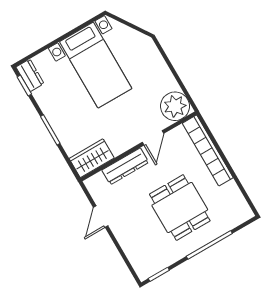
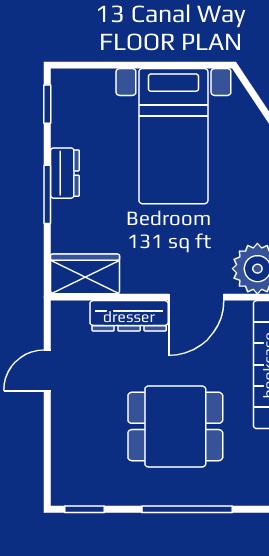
dresser: (30, 75) -> (65, 173), moved
door: (153, 138) -> (196, 297), width x1.38
dining table: (180, 208) -> (175, 426), turned 90

